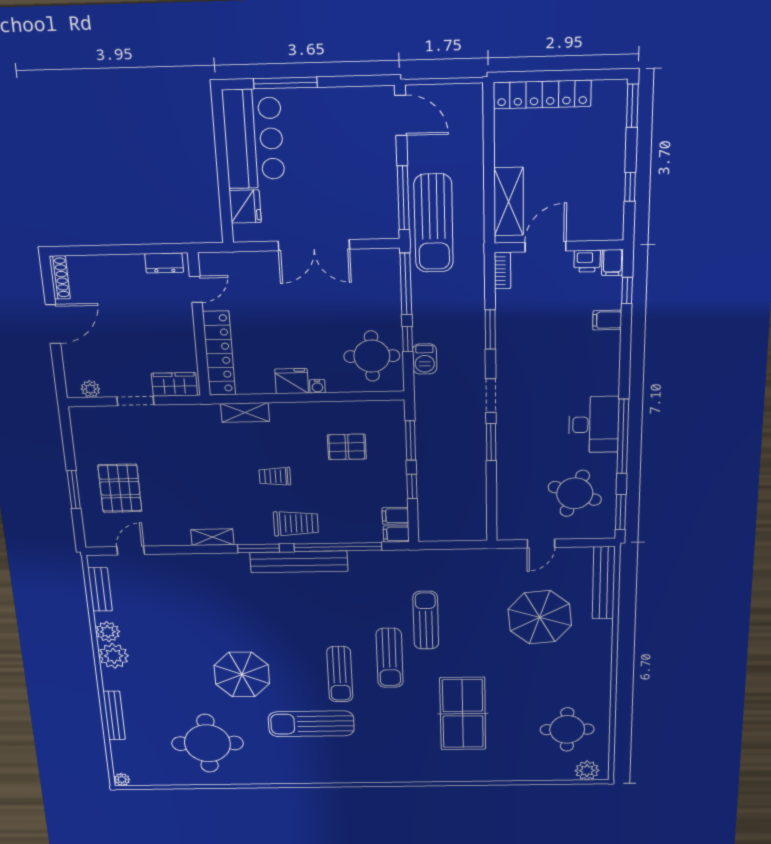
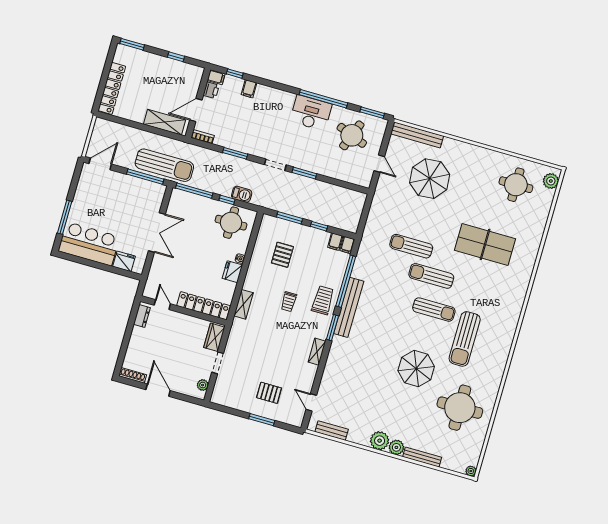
door: (546, 247) -> (196, 110), hinge flipped
pallet: (120, 488) -> (269, 393), width x0.67, depth x0.71
plant: (108, 632) -> (396, 447), moved
sun lounger: (390, 658) -> (431, 276), turned 180

